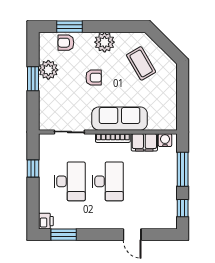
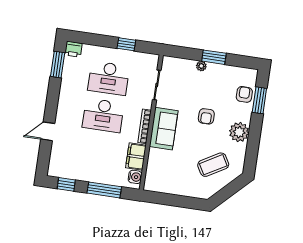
plant: (48, 70) -> (201, 66), moved, width x0.53, depth x0.53
sofa: (120, 119) -> (164, 129), width x0.73

